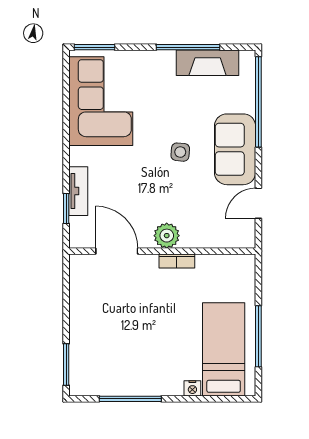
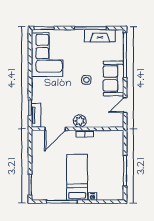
tv unit: (78, 191) -> (36, 115), moved
door: (117, 251) -> (55, 129), swing flipped
bed: (224, 349) -> (77, 177), moved

